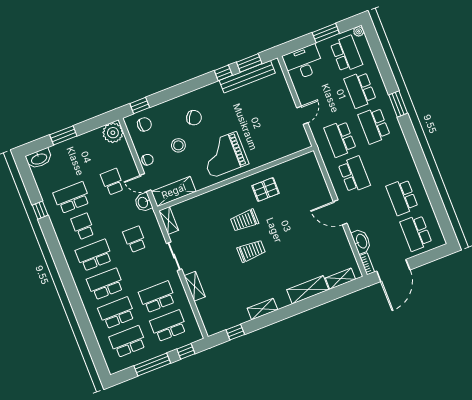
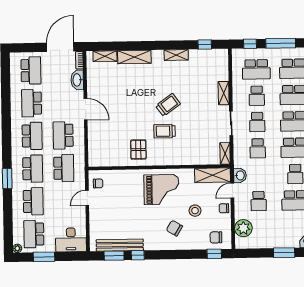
plant: (113, 133) -> (243, 228), moved
chair: (296, 136) -> (98, 183), added
school desk: (388, 161) -> (32, 136), added
door: (145, 183) -> (232, 191), swing flipped
pallet: (266, 189) -> (138, 150), turned 90
school desk: (402, 197) -> (32, 103), turned 180
trolley: (244, 220) -> (164, 131), turned 180
trolley: (251, 251) -> (168, 105), turned 144
school desk: (146, 268) -> (257, 122), added
school desk: (157, 297) -> (257, 96), width x0.54

